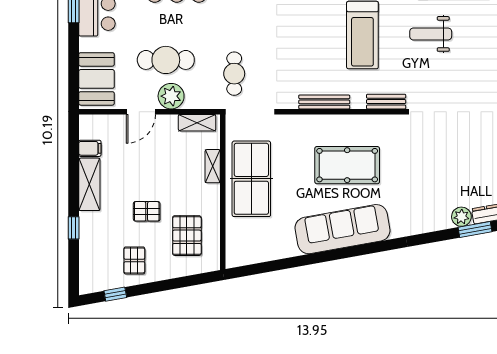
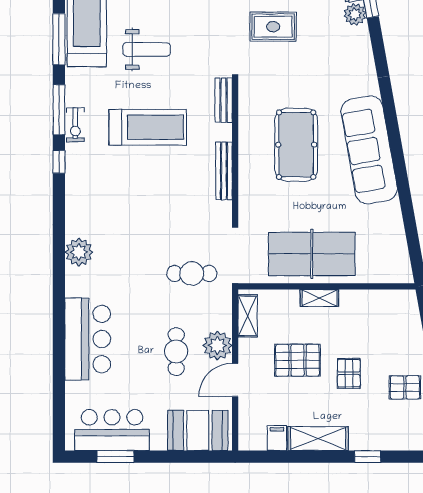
weight bench: (431, 34) -> (147, 49), turned -90
cafe table: (166, 60) -> (176, 352), width x0.73, depth x0.74
door: (141, 112) -> (235, 380), swing flipped
rug: (451, 145) -> (273, 27), added
shelving: (213, 166) -> (320, 298), moved
pallet: (187, 236) -> (297, 360), moved

